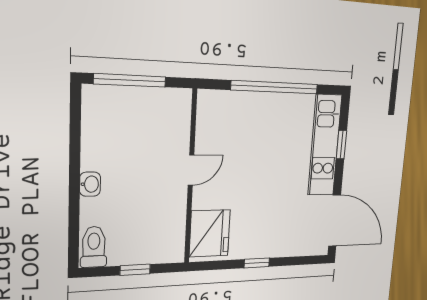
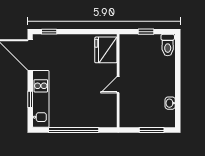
window: (130, 80) -> (152, 130), width x0.69
washbasin: (90, 184) -> (170, 103), moved
window: (257, 263) -> (49, 32), moved

